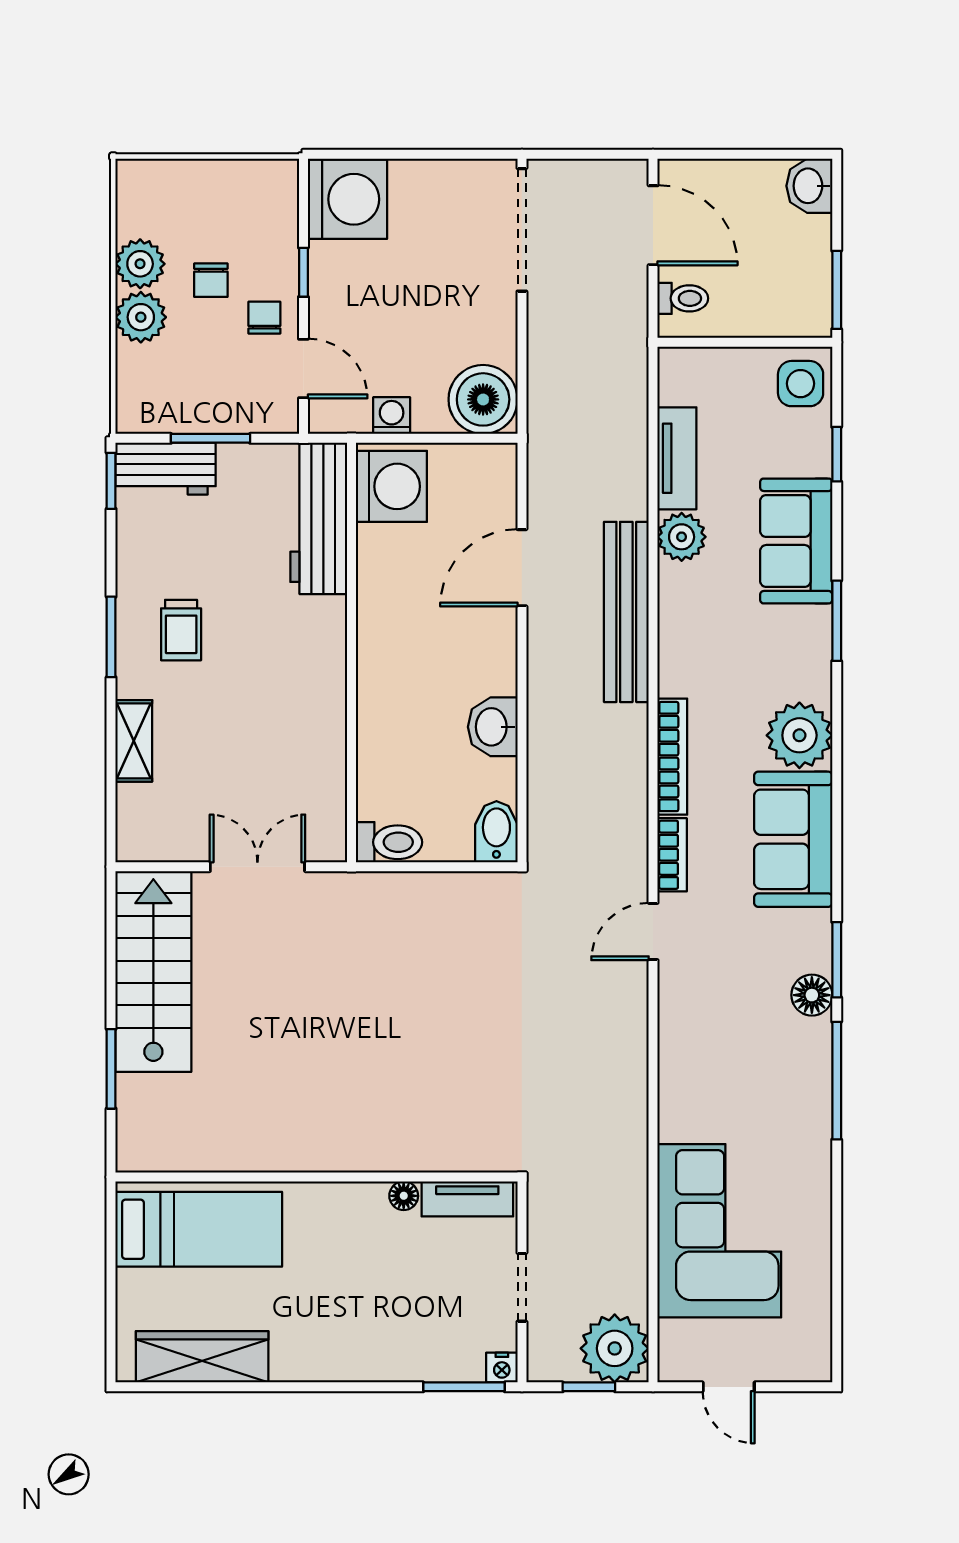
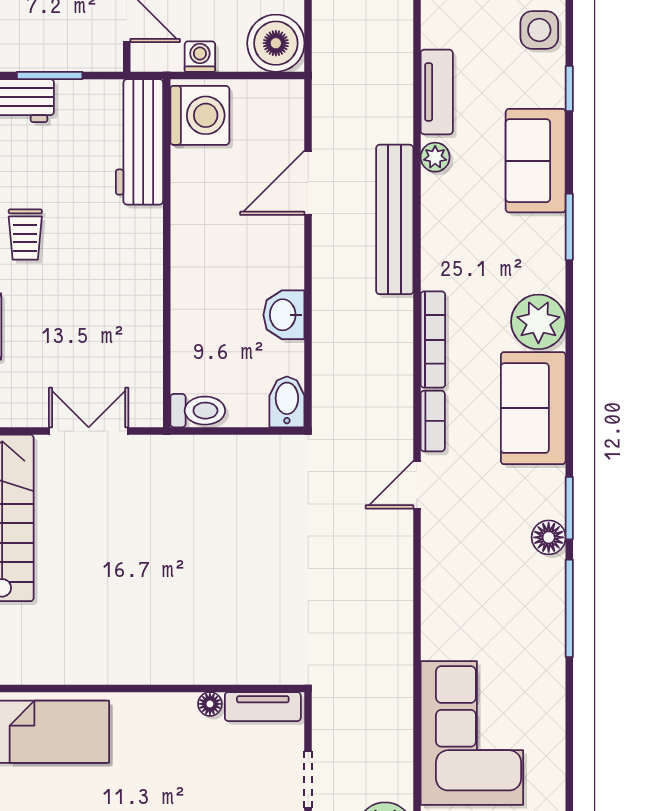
plant: (682, 537) -> (435, 157), width x0.73, depth x0.73

